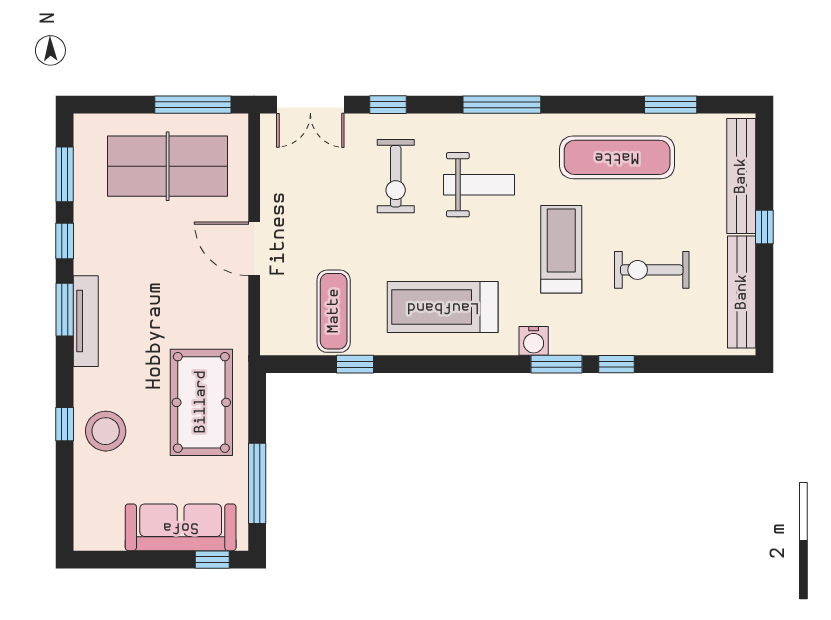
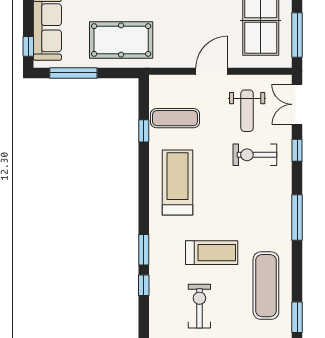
weight bench: (479, 185) -> (247, 111), moved
water cooler: (534, 341) -> (158, 236), removed

